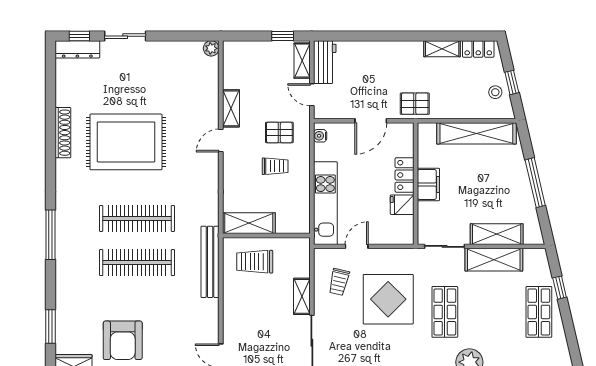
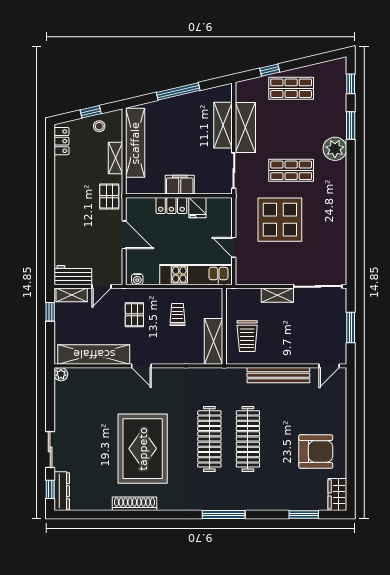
shelving: (442, 49) -> (115, 158), moved
shelving: (231, 108) -> (94, 354), width x2.20, depth x1.33
trolley: (275, 166) -> (177, 315), moved
bench: (210, 262) -> (278, 375), moved
trolley: (339, 282) -> (265, 263), removed

